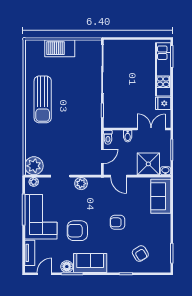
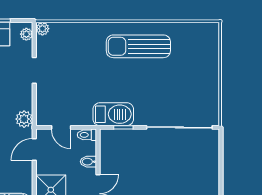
barbecue: (60, 48) -> (113, 114), moved, turned 90
plant: (34, 166) -> (42, 29), width x0.53, depth x0.53
plant: (81, 184) -> (24, 119), moved

